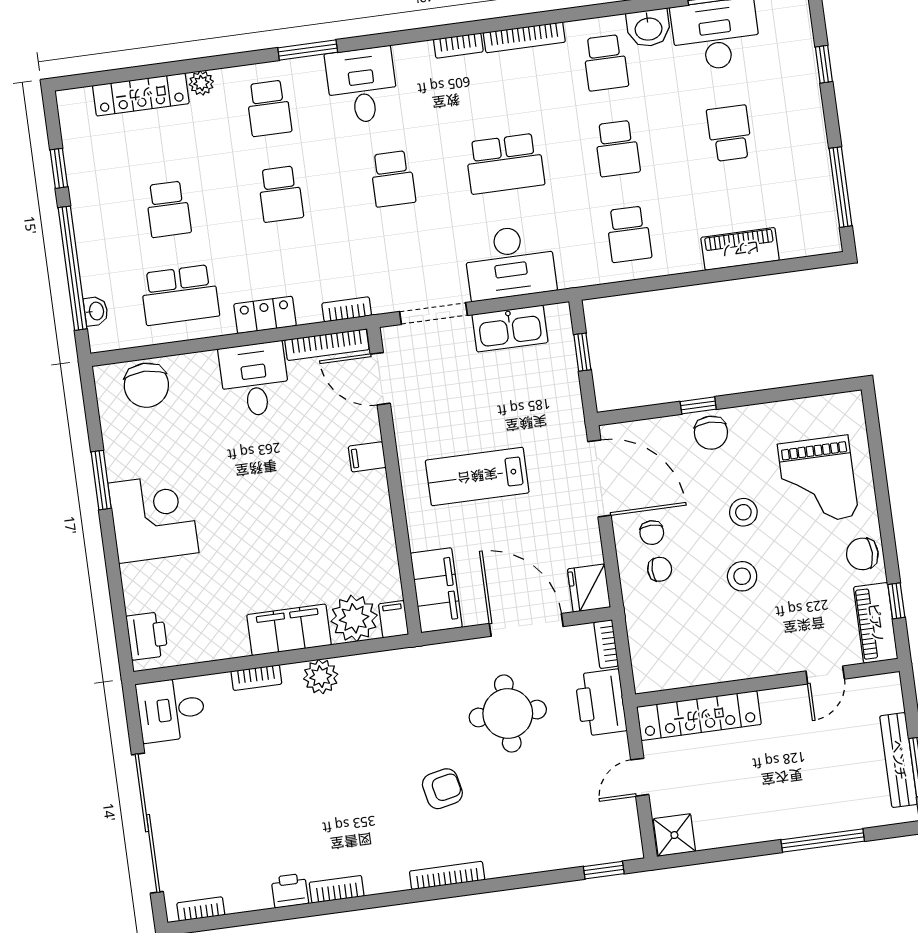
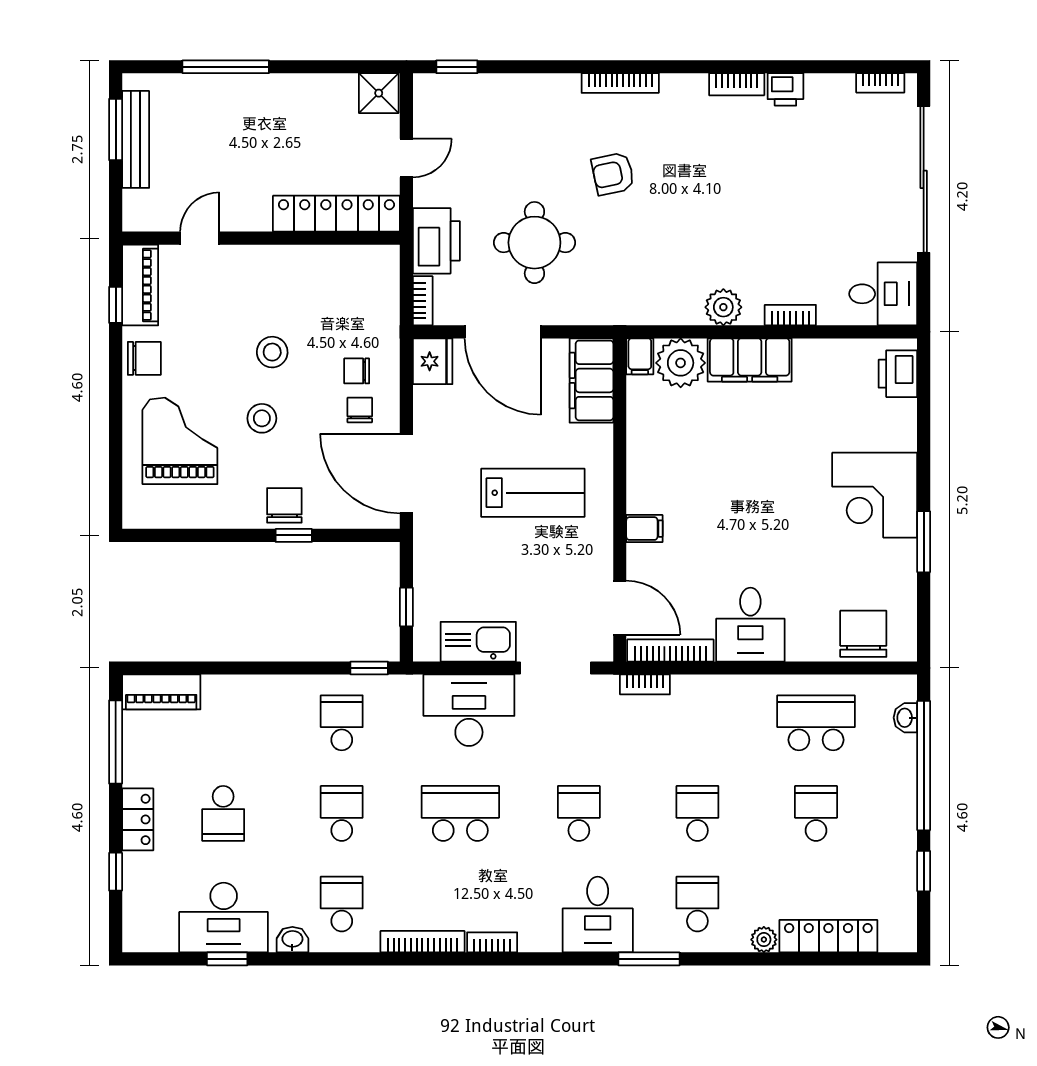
washbasin: (648, 28) -> (292, 940), width x0.72, depth x0.69
piano: (740, 249) -> (161, 692), moved
window: (610, 290) -> (369, 668), added
locker: (265, 315) -> (138, 819), moved, turned -90

